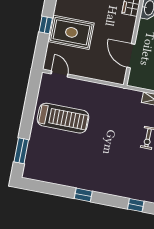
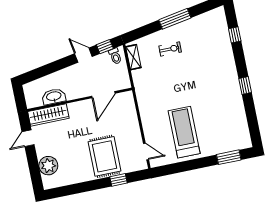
window: (46, 25) -> (119, 180), moved
door: (60, 74) -> (146, 152), swing flipped

